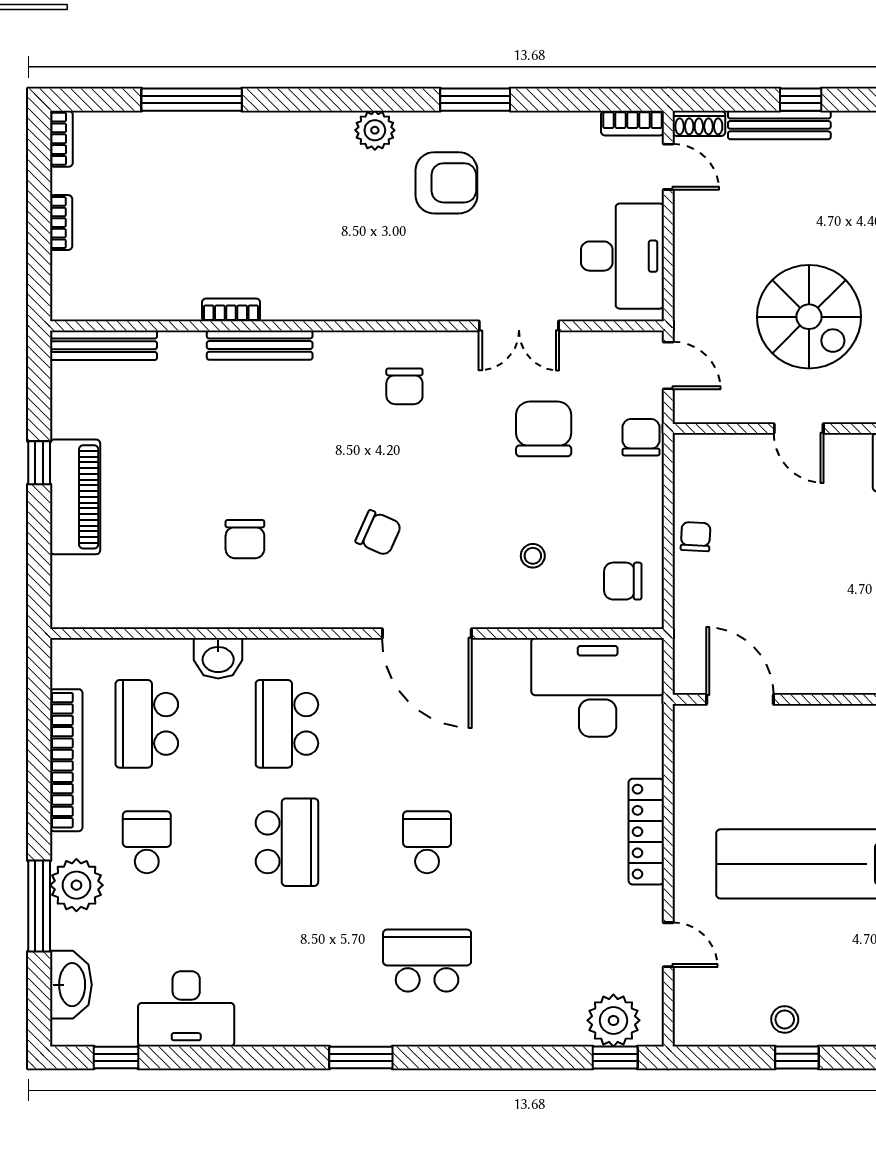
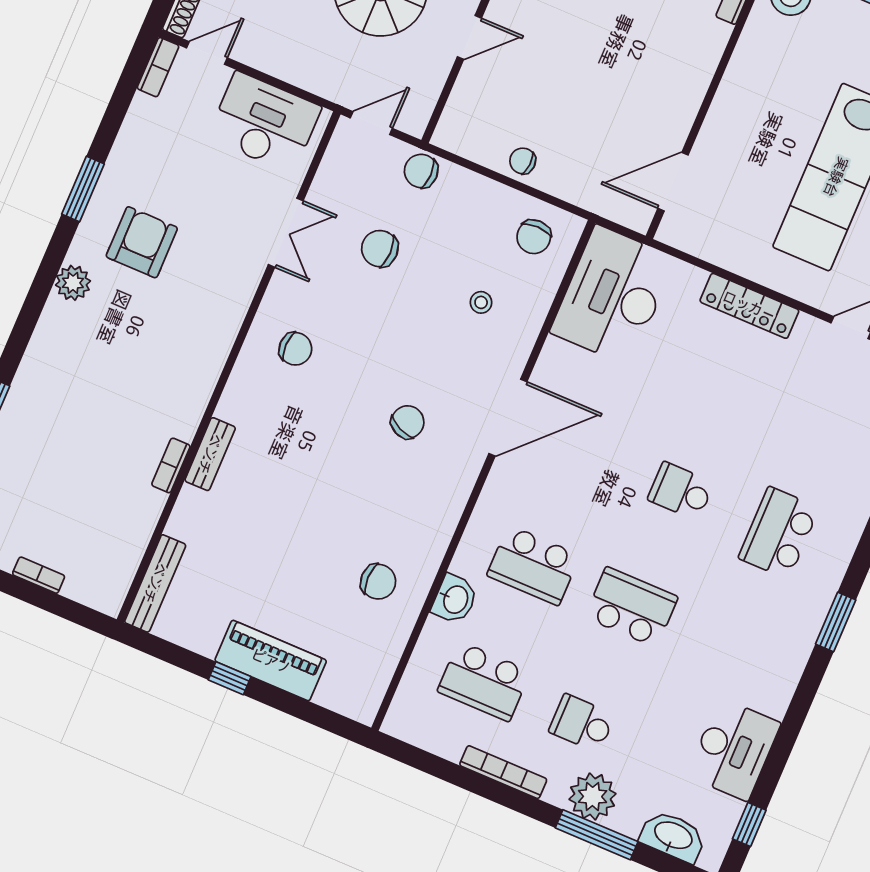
bench: (260, 345) -> (210, 454), width x0.73
chair: (544, 429) -> (380, 249), width x0.73, depth x0.73
chair: (245, 539) -> (378, 582), moved
bookcase: (66, 760) -> (503, 772), width x0.68, depth x0.76

